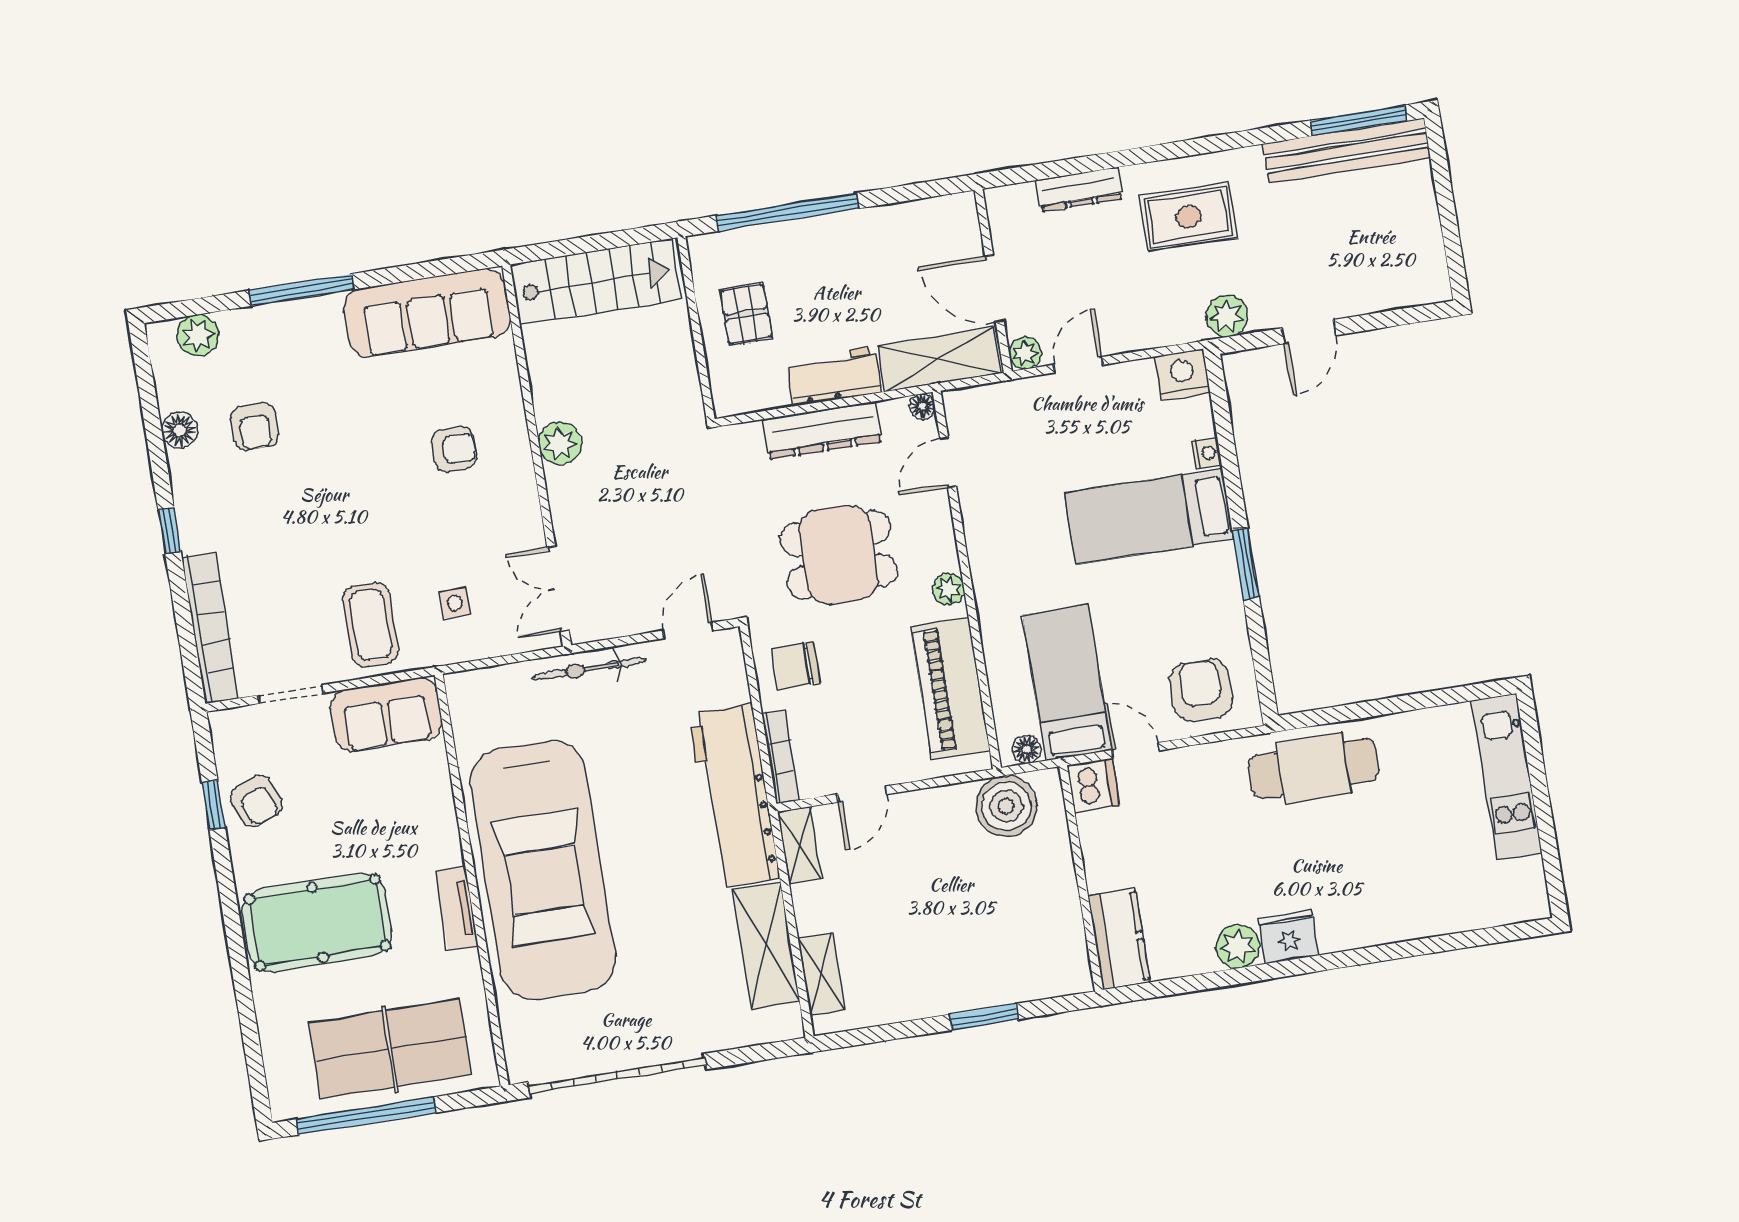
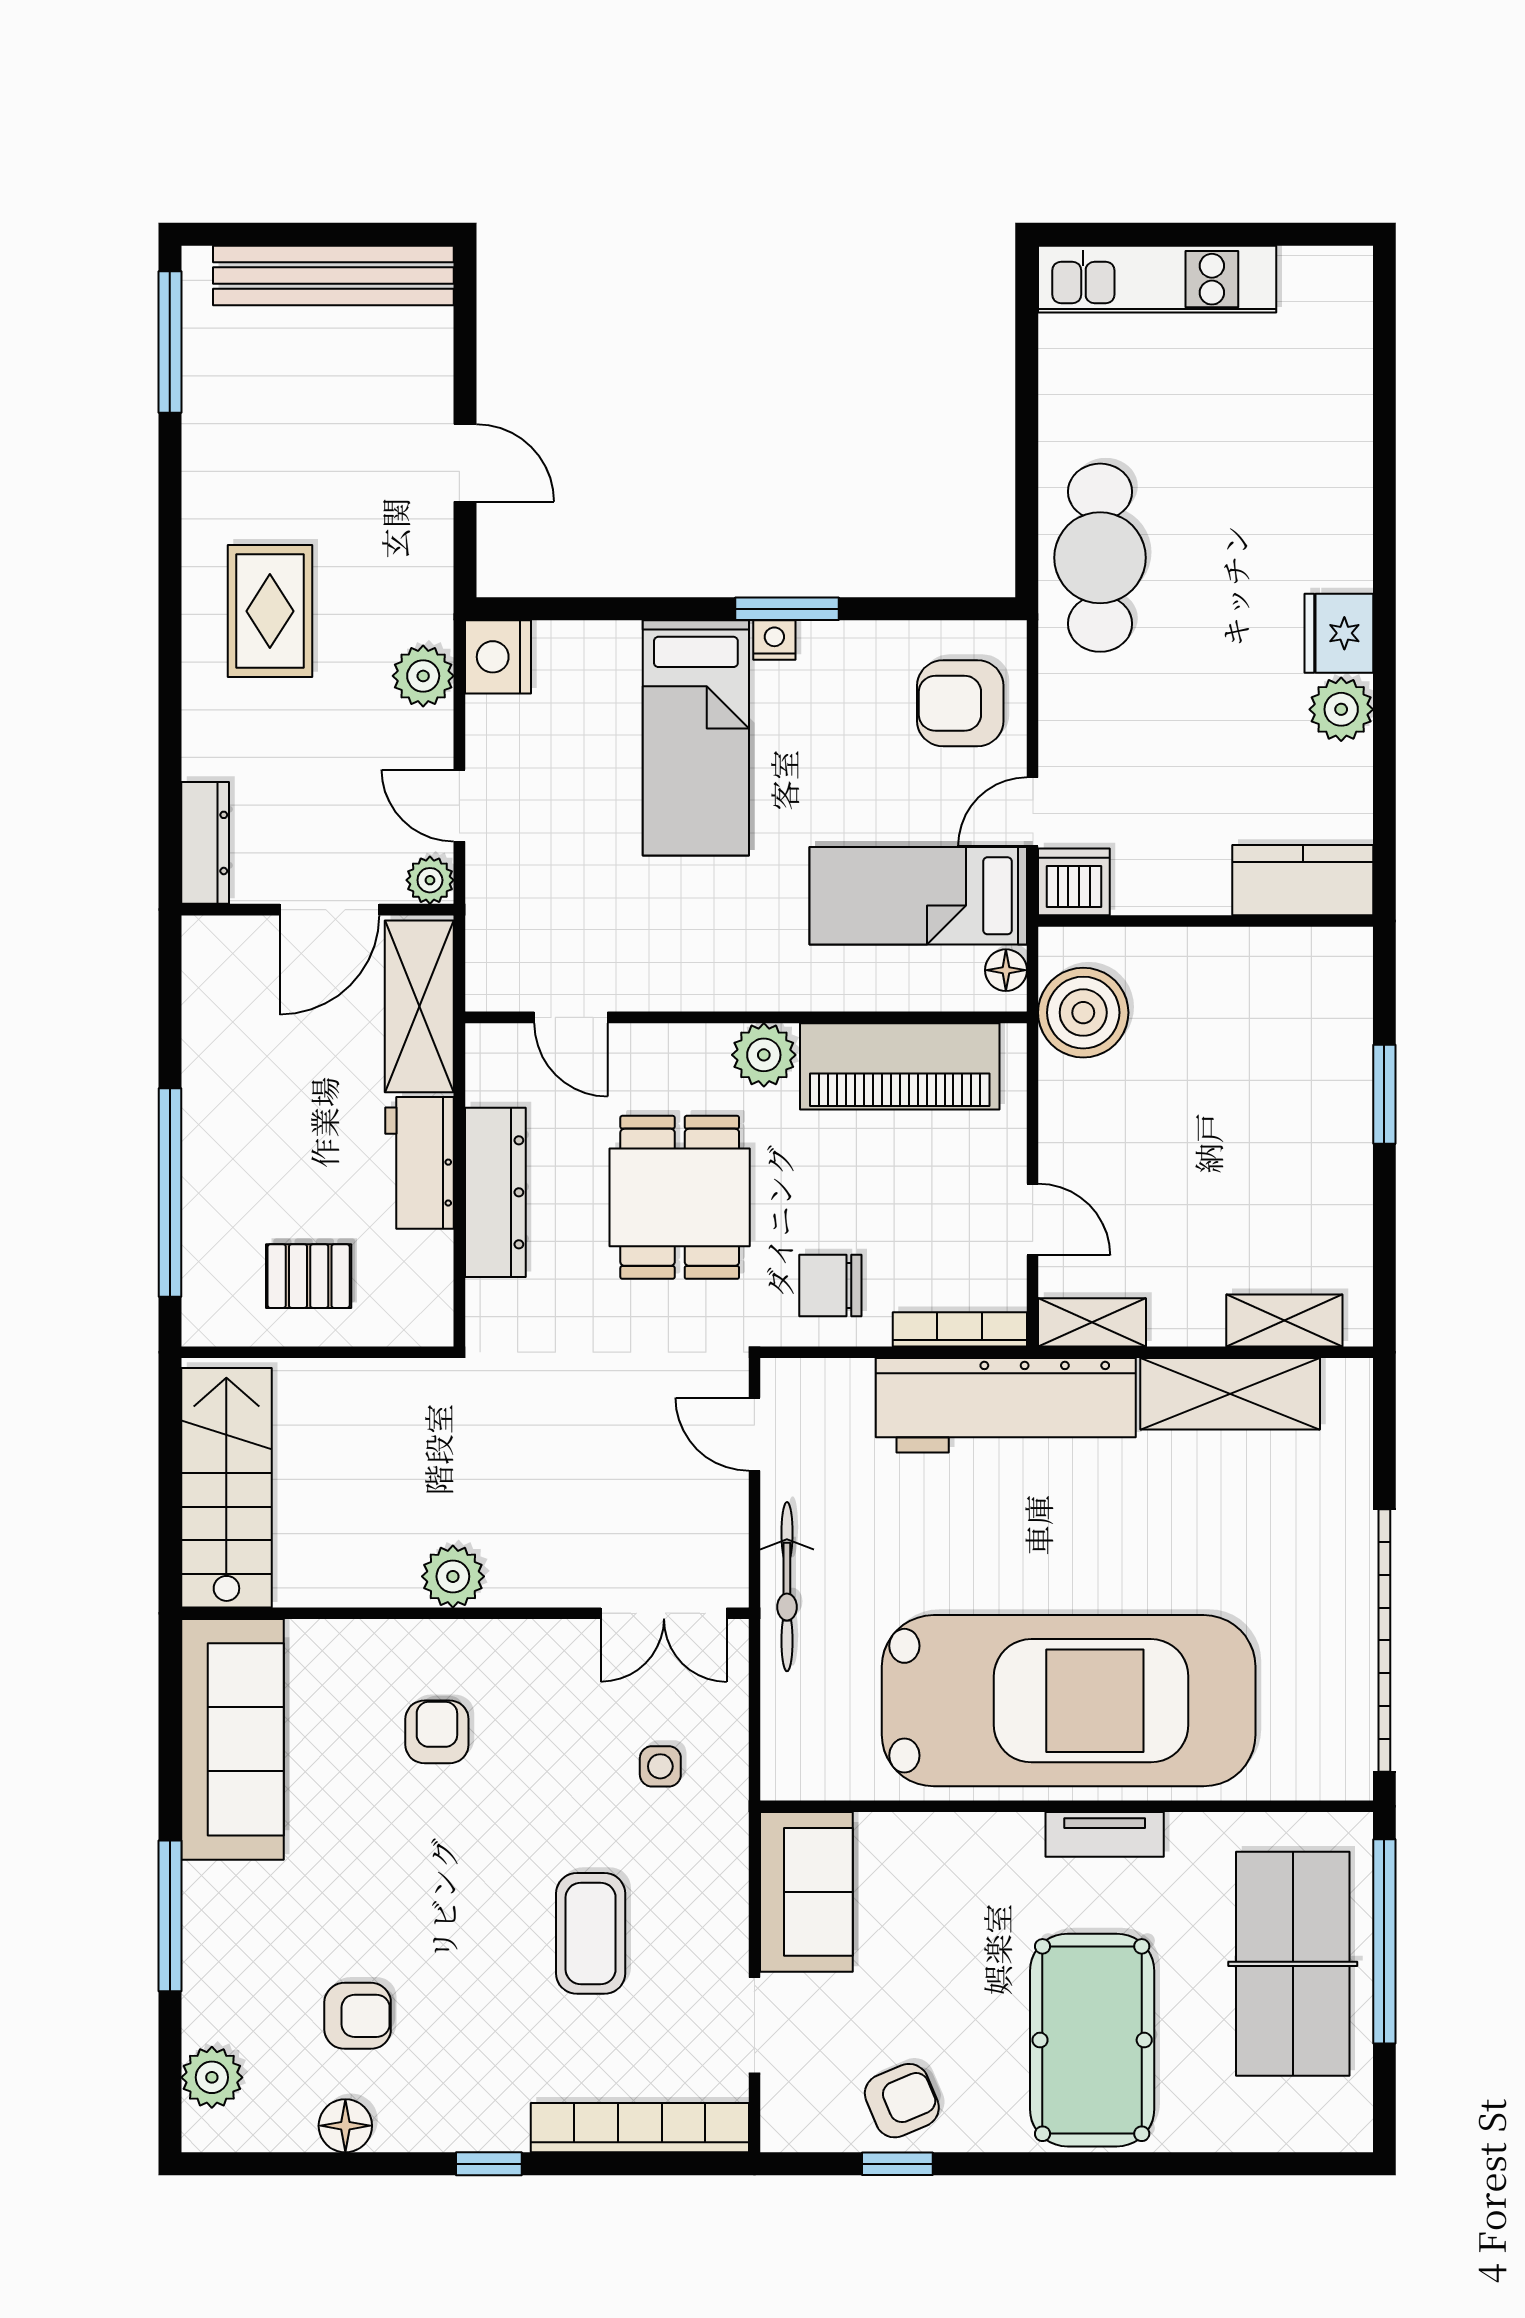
bench: (1347, 151) -> (333, 276), moved, turned 90
dresser: (1079, 190) -> (205, 843), moved
plant: (1227, 316) -> (423, 676), moved
floor lamp: (922, 406) -> (484, 1042), removed
nightstand: (1206, 453) -> (774, 640), moved
plant: (949, 589) -> (764, 1055), width x1.38, depth x1.38
coffee table: (371, 625) -> (591, 1933), moved, turned 90
chair: (796, 665) -> (830, 1285), turned 90
window: (366, 1116) -> (1384, 1941), moved

